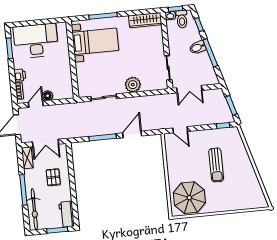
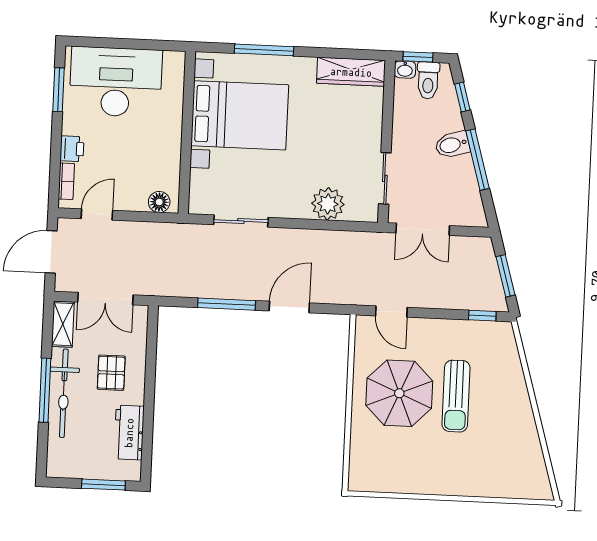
bed with nightstands: (95, 41) -> (240, 115), width x1.36
plant: (133, 85) -> (328, 204), moved
floor lamp: (48, 96) -> (159, 202), moved
parasol: (189, 198) -> (399, 393), moved
bicycle: (34, 209) -> (64, 393), moved
workbench: (67, 214) -> (129, 433), moved

